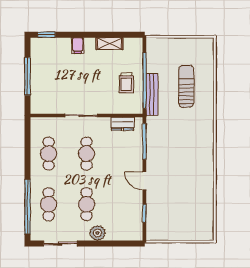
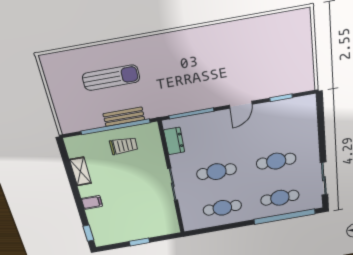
window: (27, 76) -> (139, 242), width x0.46
sun lounger: (186, 86) -> (111, 78), turned 180
bench: (152, 94) -> (124, 117), width x0.73
plant: (97, 233) -> (309, 144), removed

